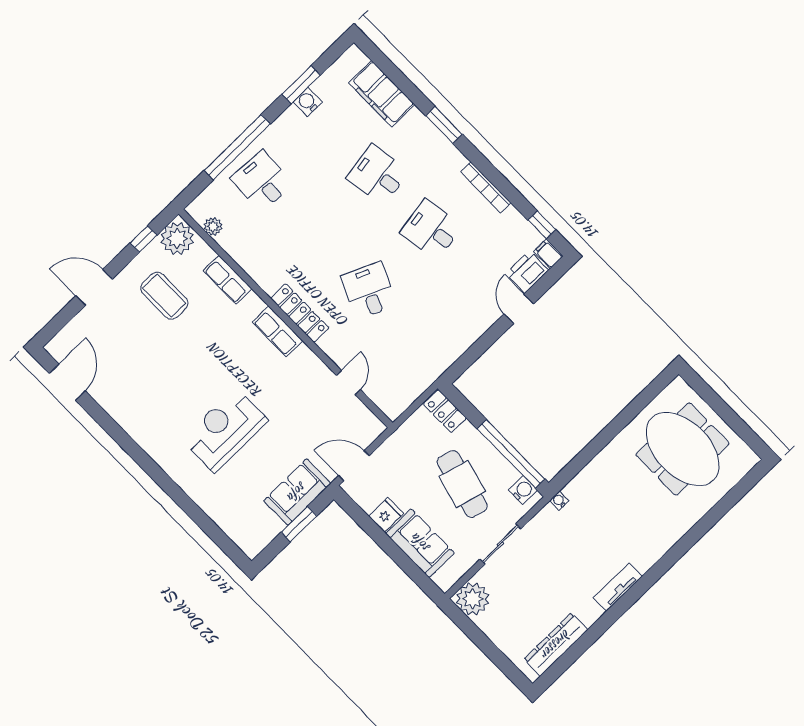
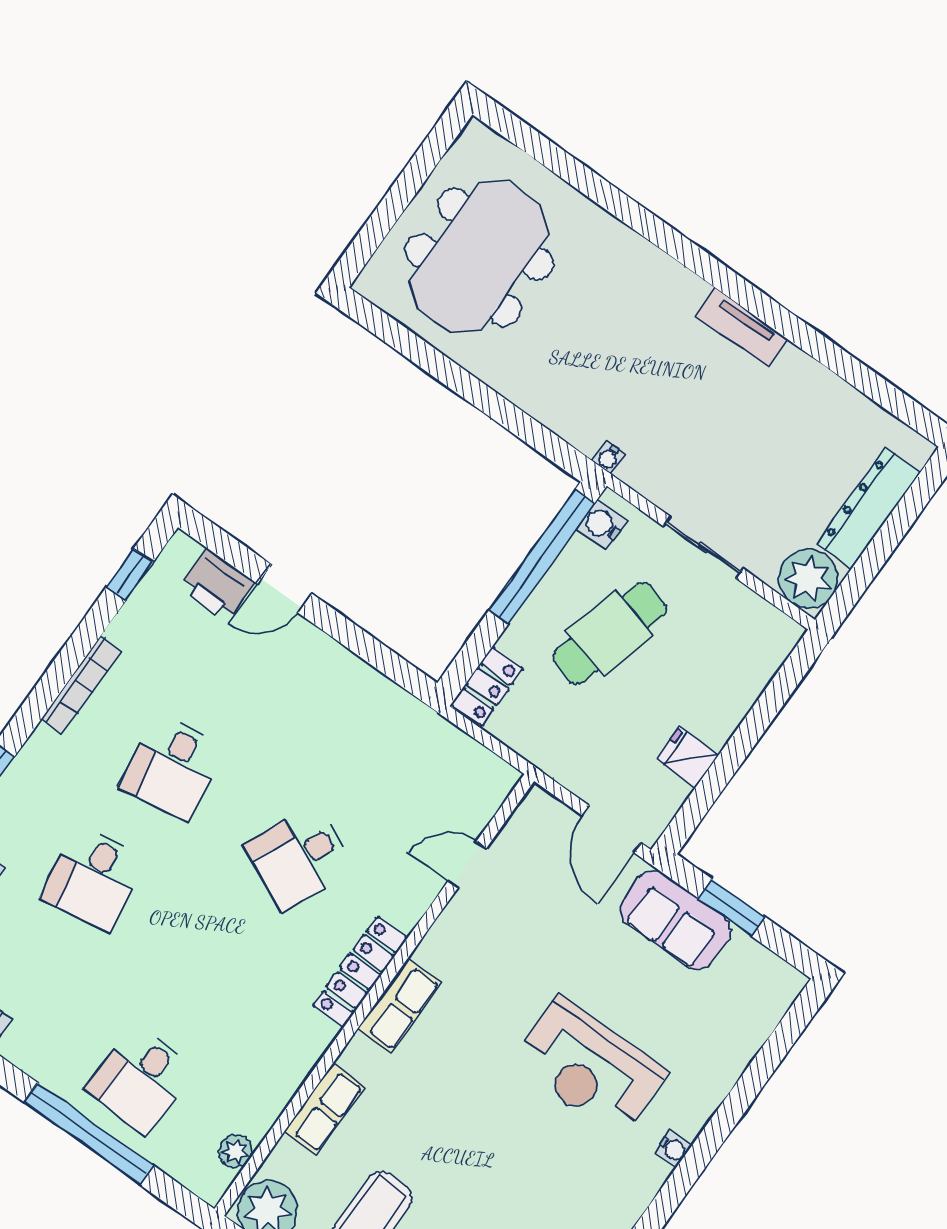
filing cabinet: (548, 254) -> (179, 554), removed
water cooler: (171, 468) -> (673, 1149), added
sofa: (420, 543) -> (727, 689), removed
dresser: (556, 644) -> (869, 508), moved, turned 90

